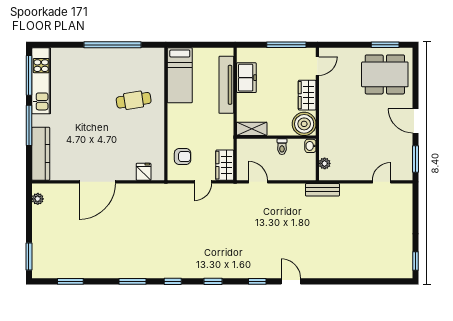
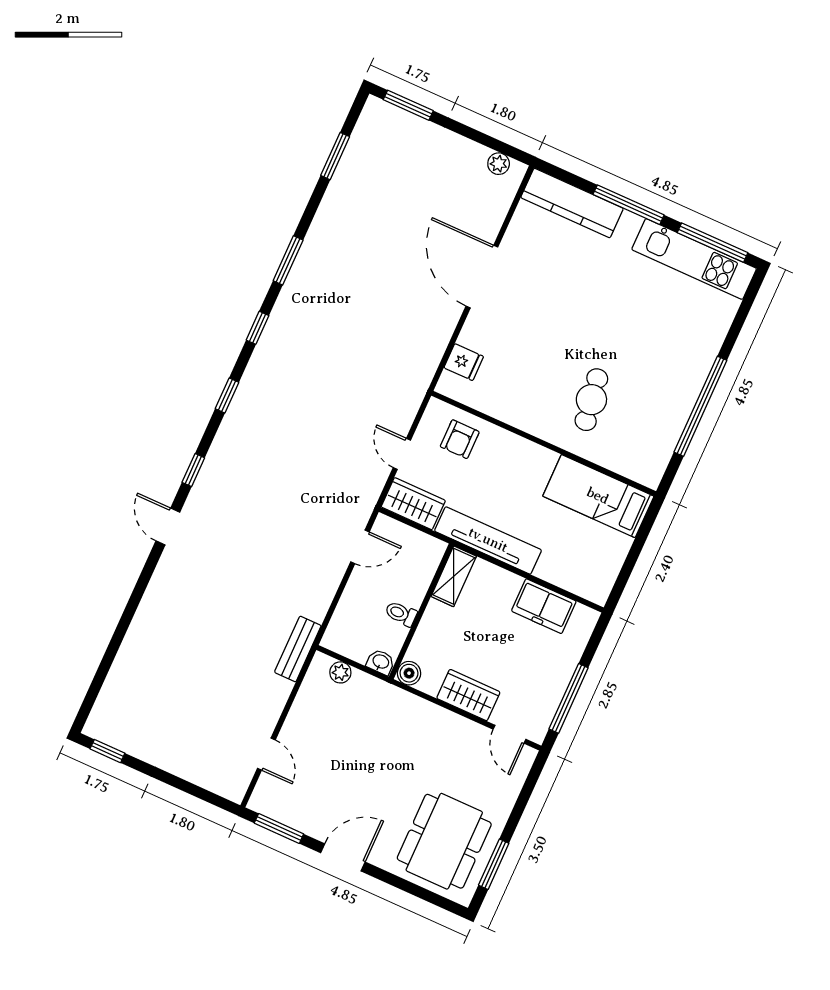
tv unit: (226, 85) -> (488, 540), moved
boiler: (304, 124) -> (409, 673), width x0.54, depth x0.54
door: (291, 281) -> (168, 527), swing flipped

